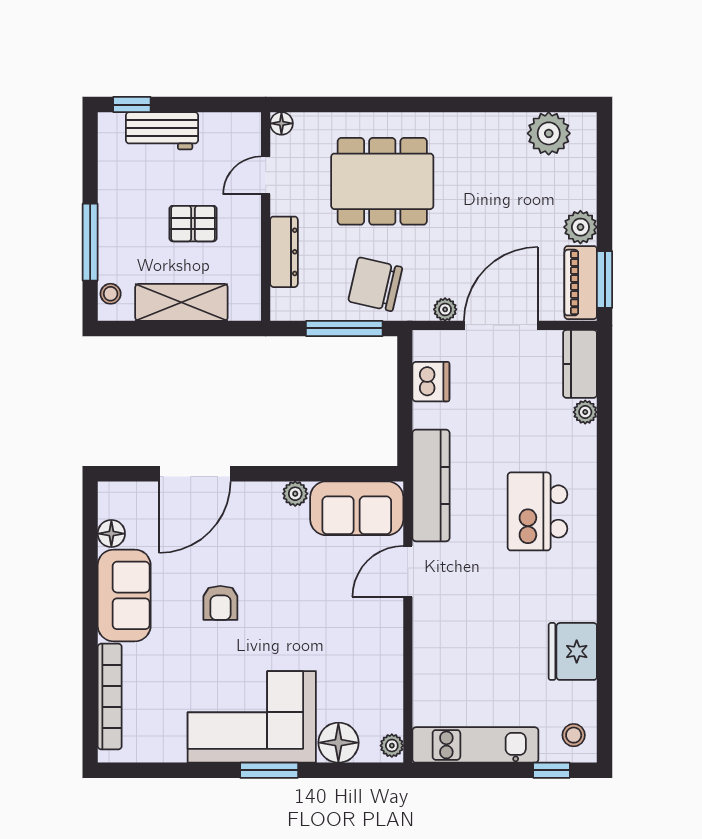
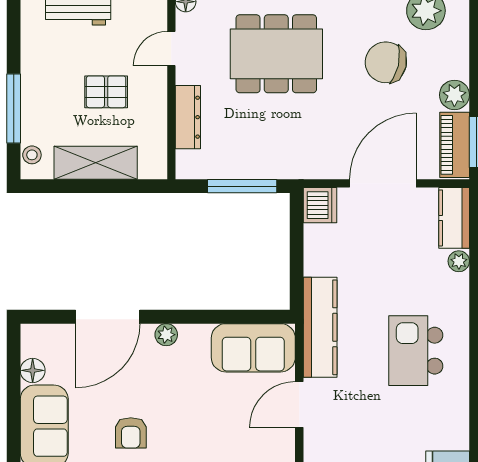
chair: (375, 284) -> (386, 62), moved
plant: (445, 309) -> (333, 169), removed
dishwasher: (431, 382) -> (320, 205), moved
plant: (295, 494) -> (166, 335), moved

